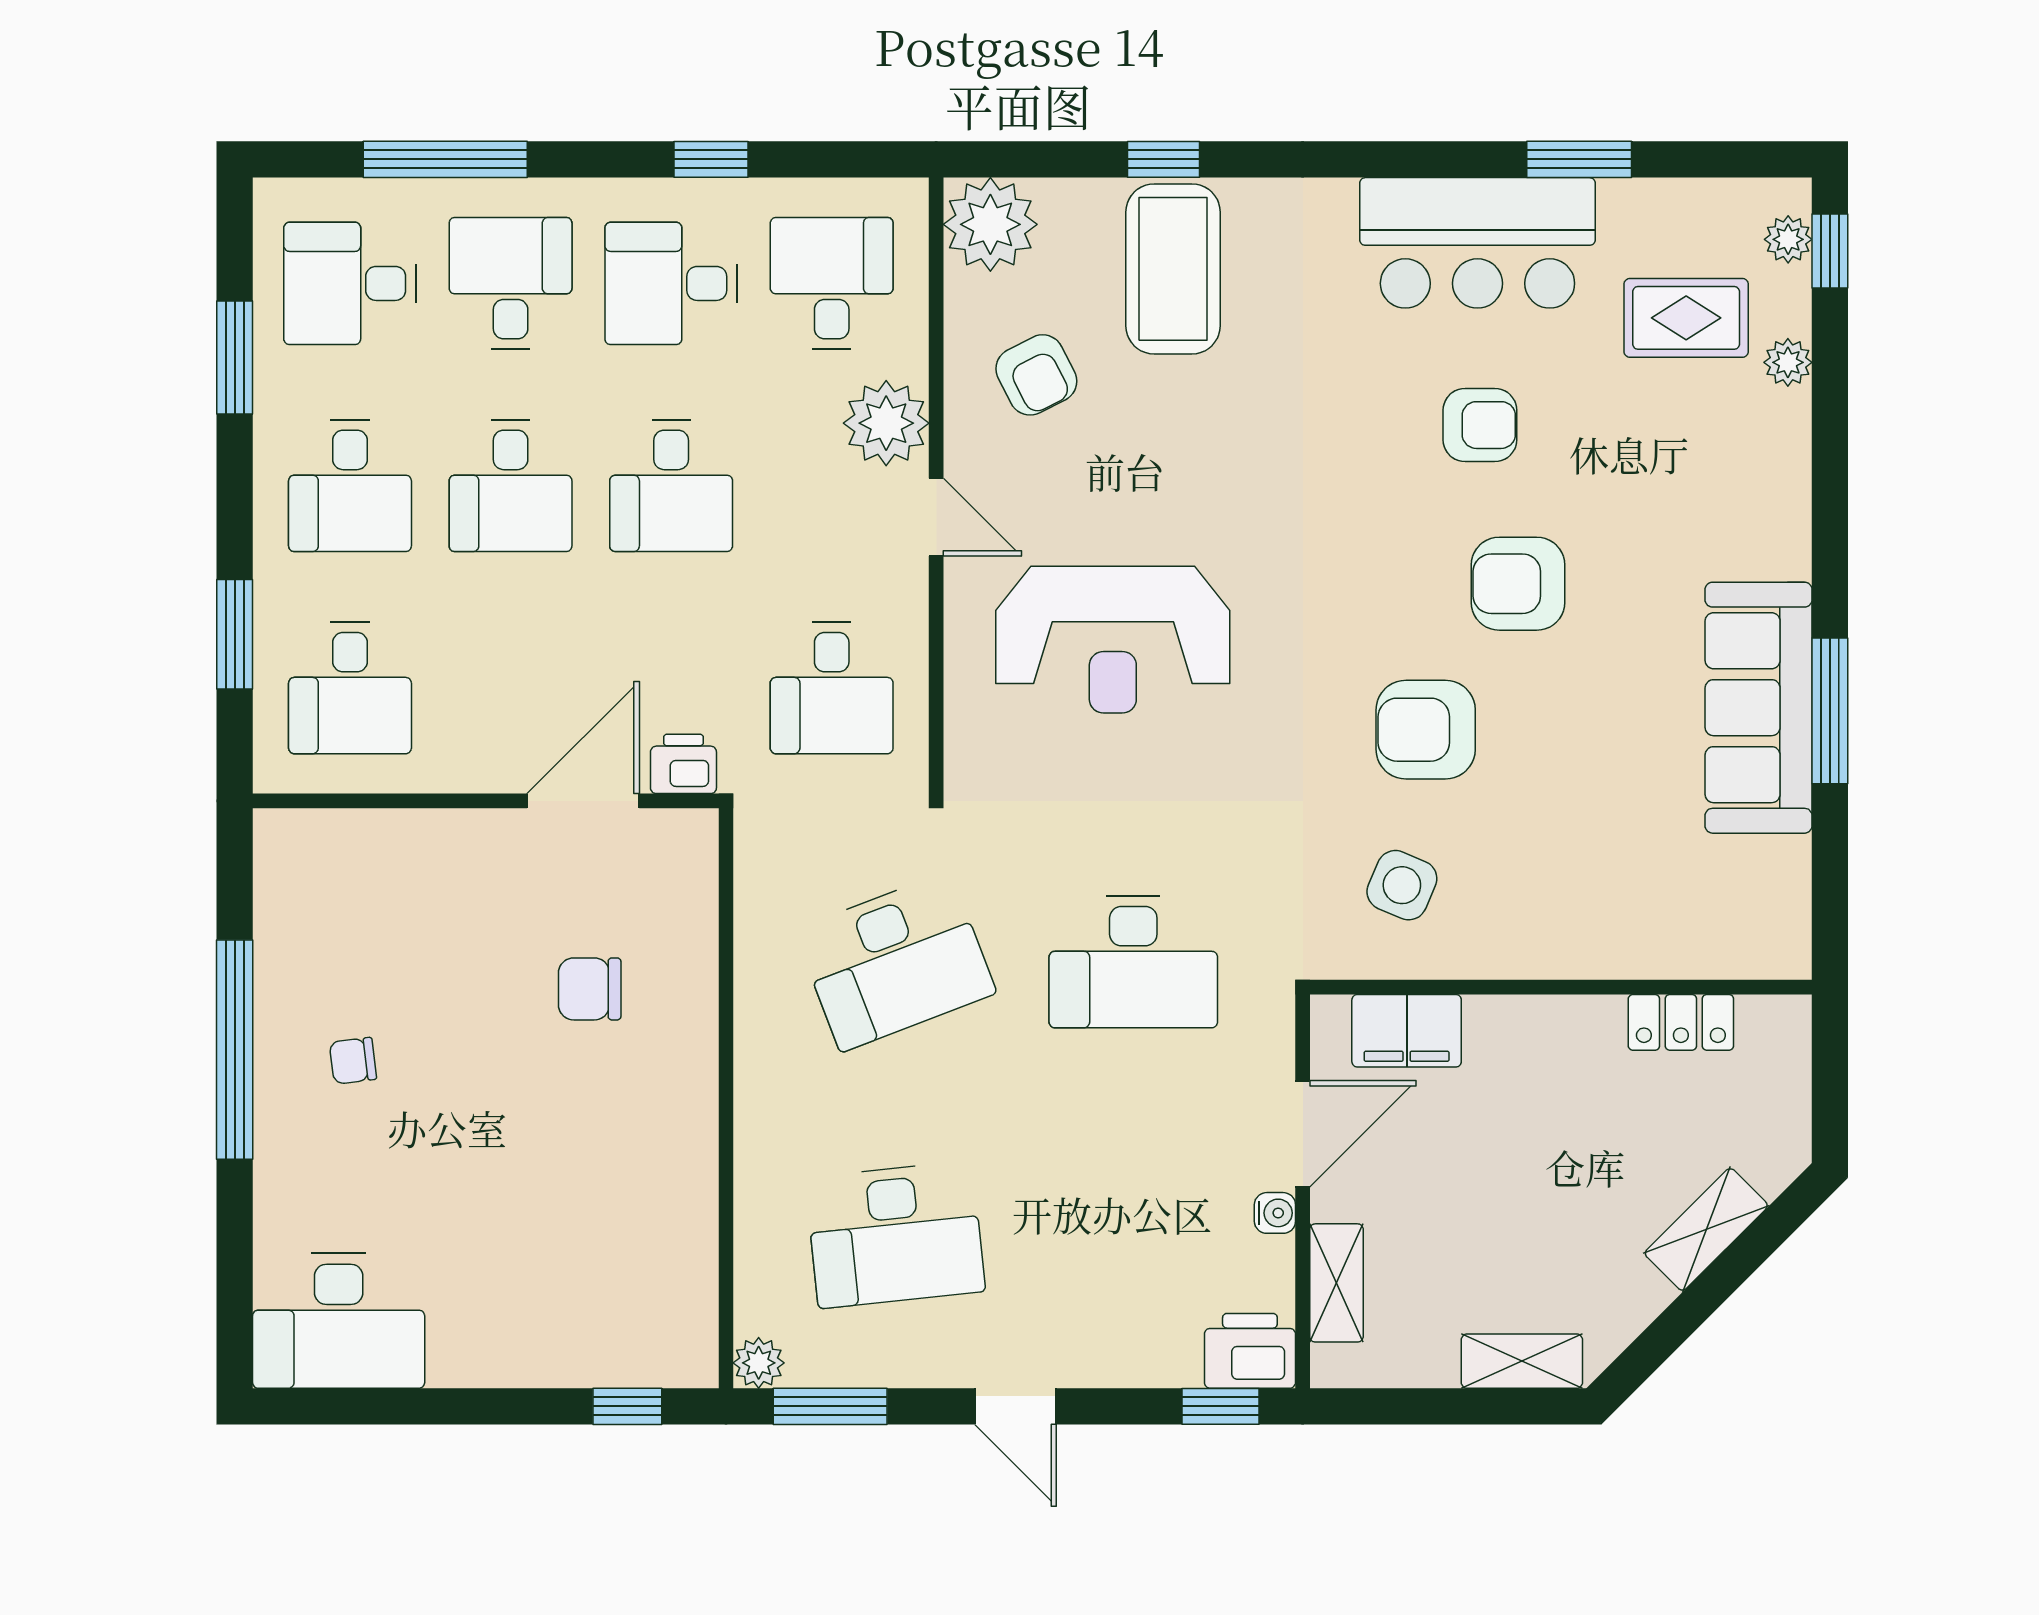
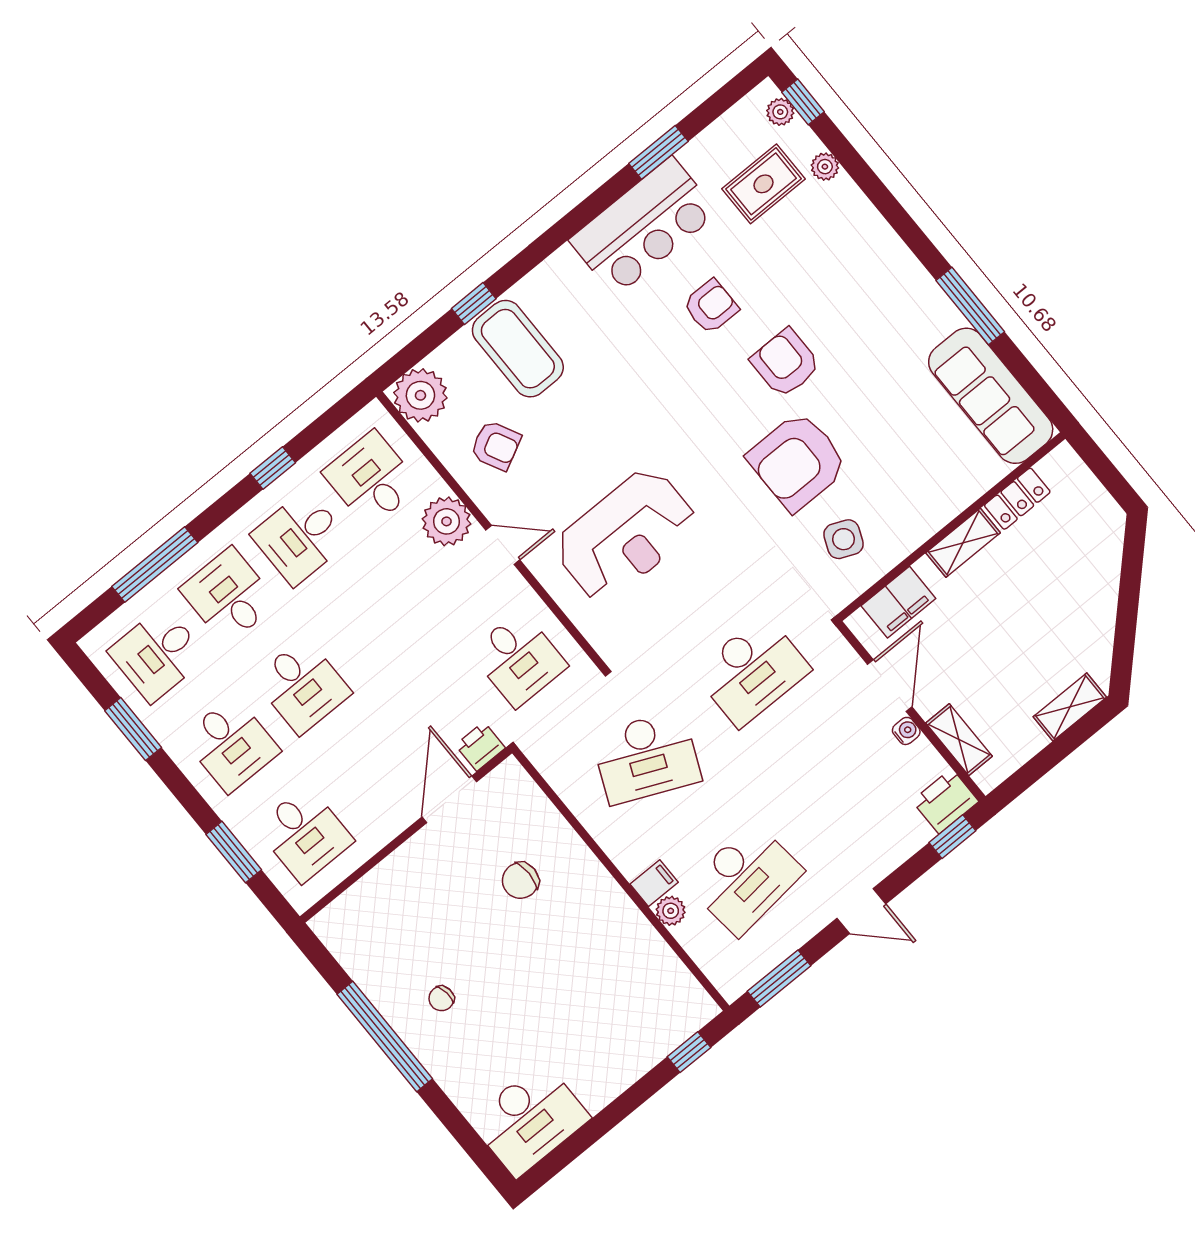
desk: (671, 486) -> (374, 627), removed
armchair: (1518, 584) -> (785, 363), turned 90
sofa: (1759, 708) -> (991, 396), moved
armchair: (1426, 730) -> (798, 461), width x1.36, depth x1.36
desk: (895, 962) -> (646, 757), turned 45
filing cabinet: (767, 1140) -> (654, 883), added
shelving: (1706, 1229) -> (963, 543), moved, turned 45
plant: (759, 1363) -> (671, 911), moved

